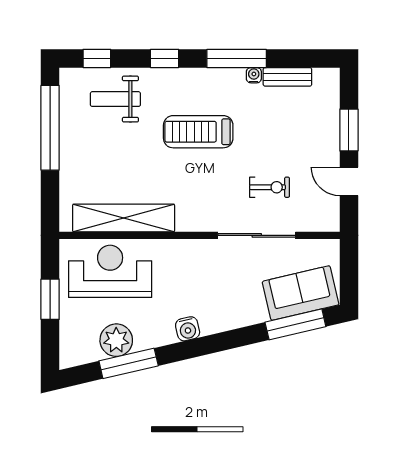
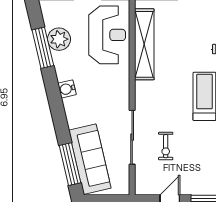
sofa: (301, 293) -> (90, 159), width x1.36

